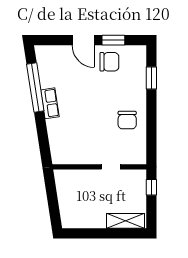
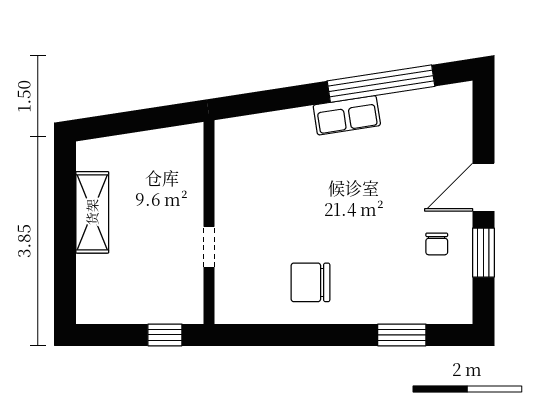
chair: (109, 62) -> (437, 244), width x0.54, depth x0.54
shelving: (125, 221) -> (92, 212), moved

